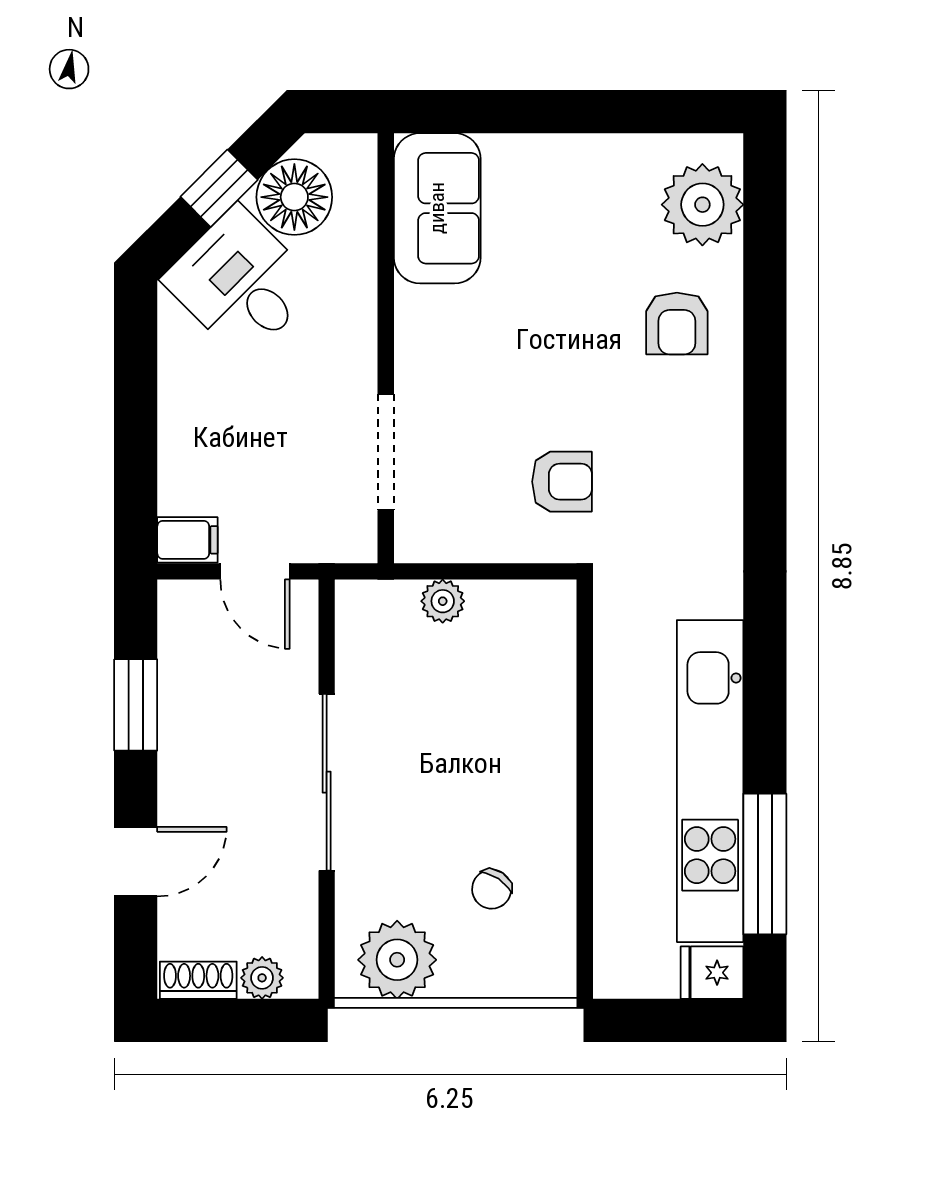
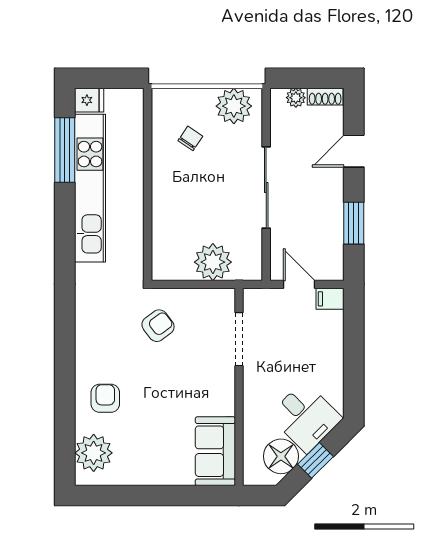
armchair: (562, 482) -> (158, 326), turned 143
plant: (443, 601) -> (213, 262), width x1.88, depth x1.88

